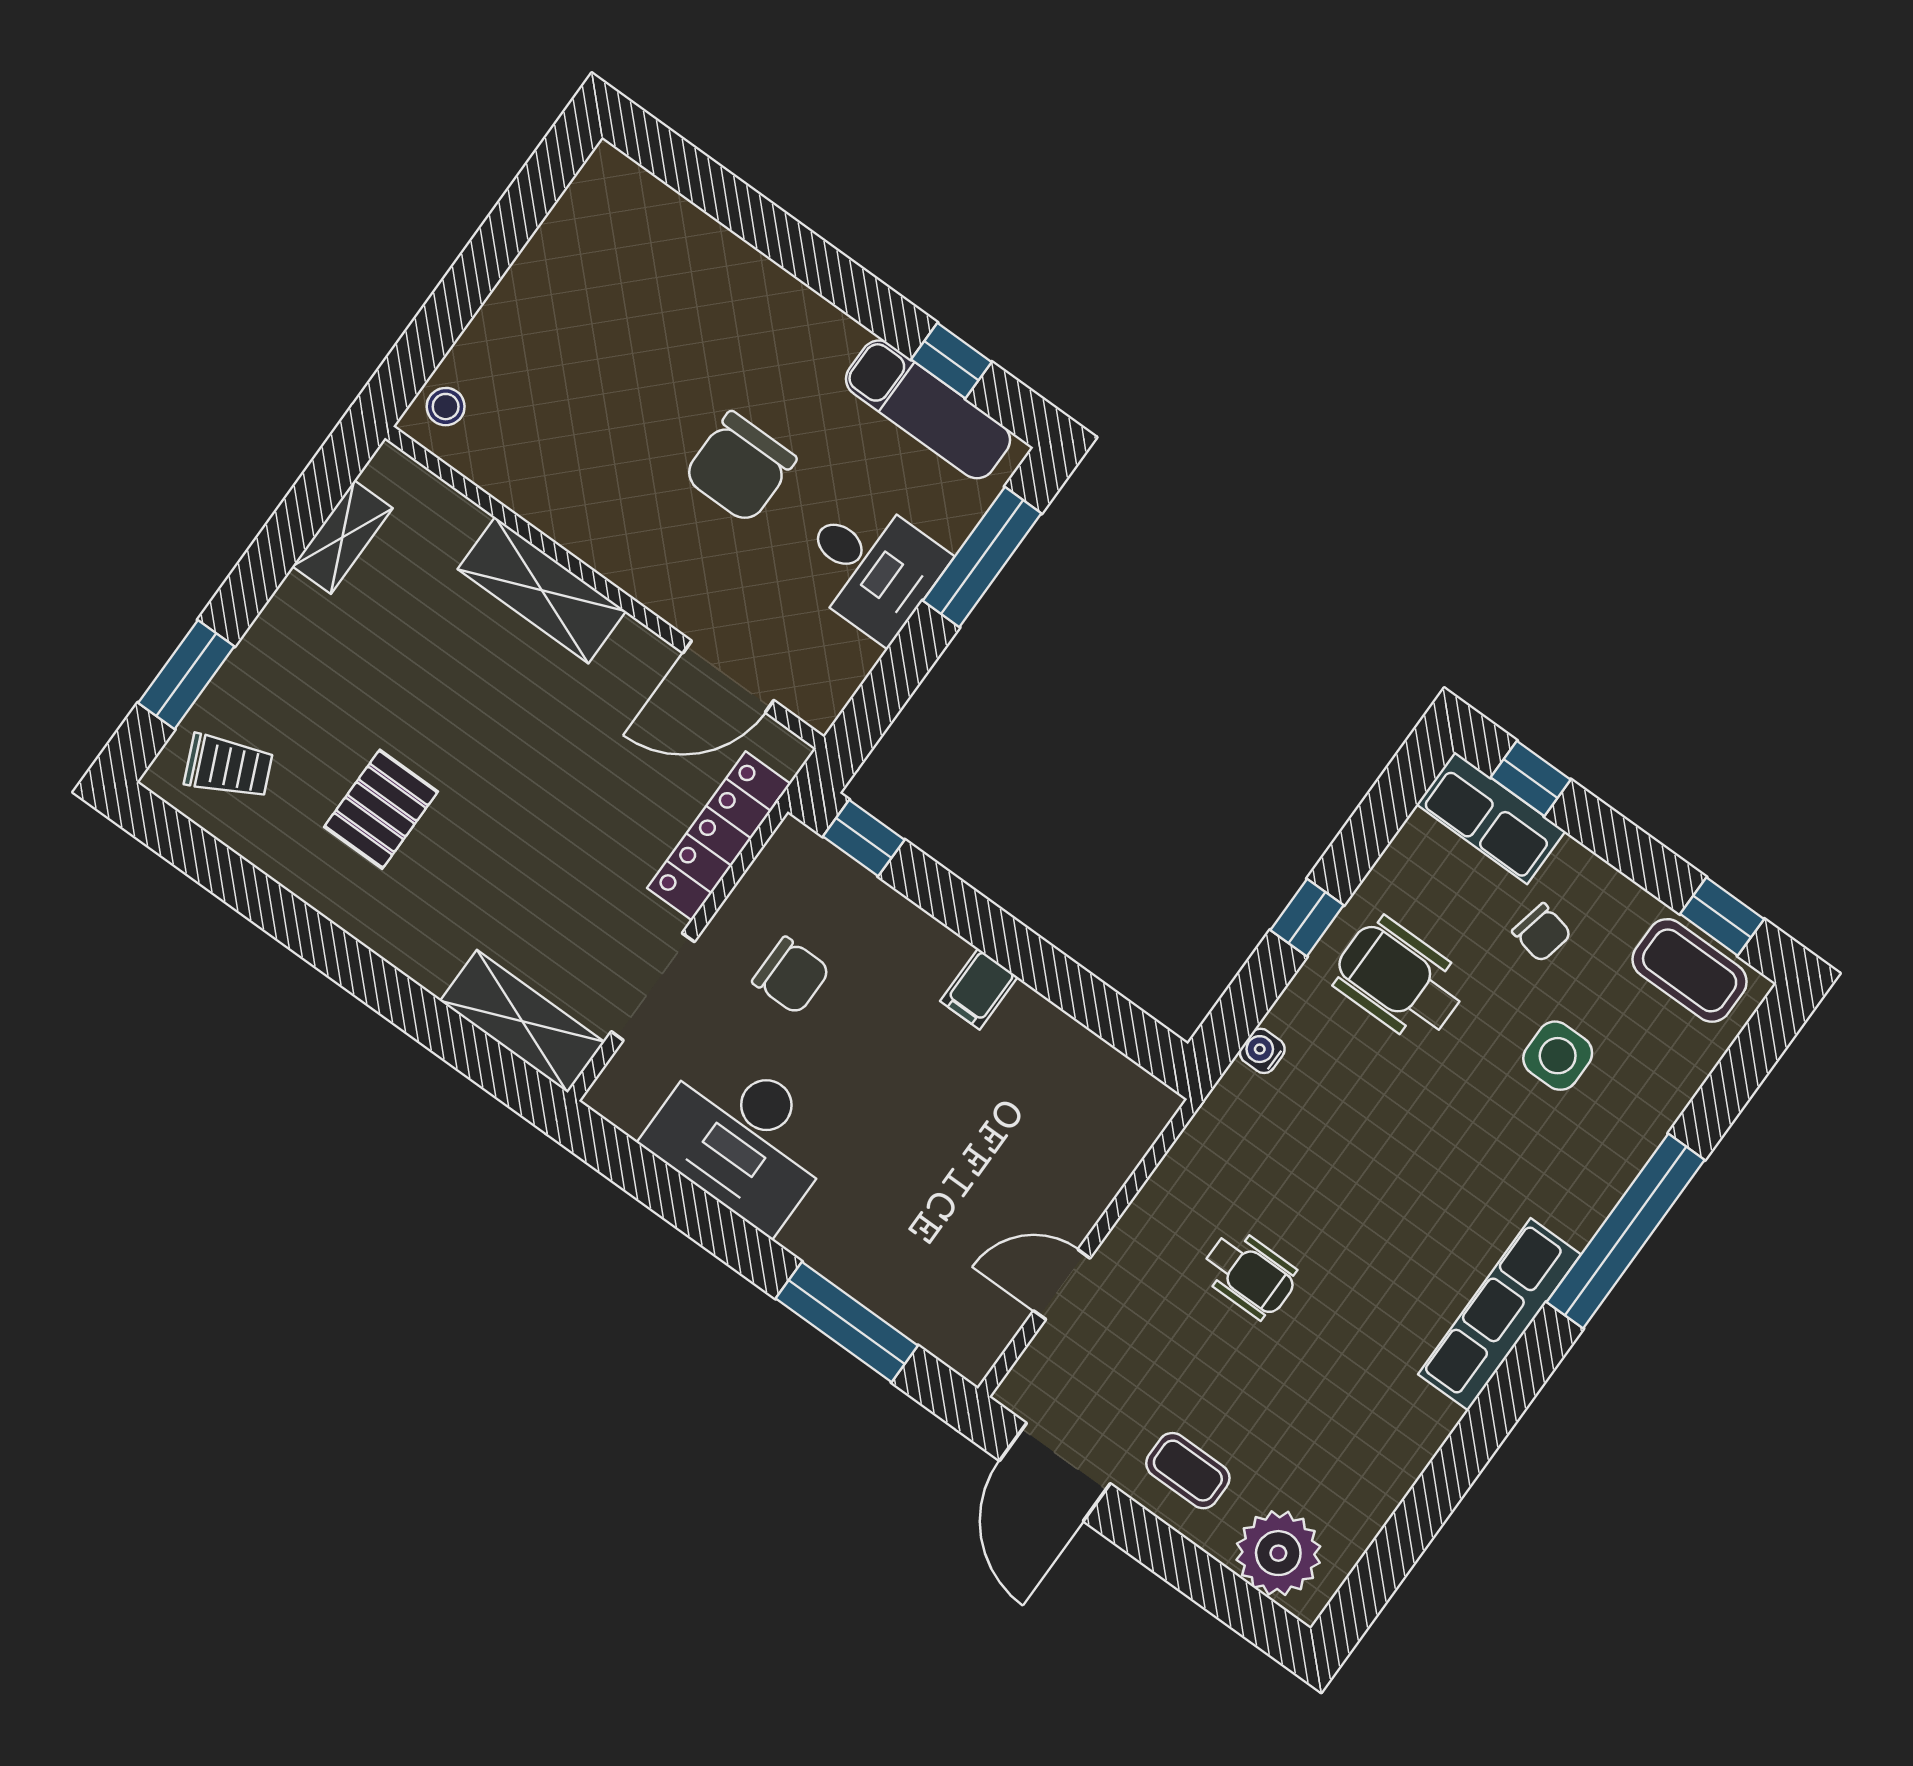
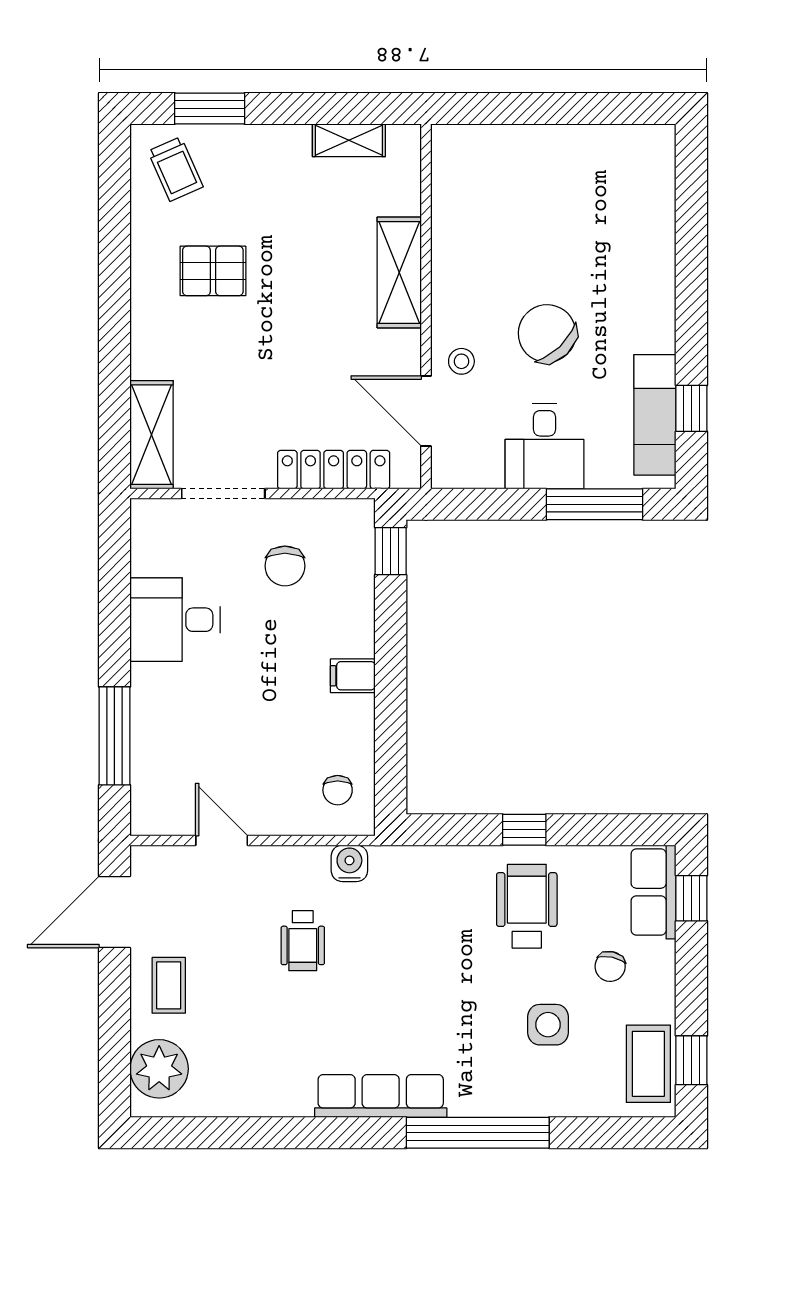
stool: (446, 407) -> (461, 361), moved
chair: (740, 467) -> (547, 334), turned 46
water cooler: (1262, 1051) -> (349, 863), moved, width x1.38, depth x1.38
chair: (1101, 1105) -> (338, 790), added
desk: (743, 1138) -> (175, 620), width x0.73

